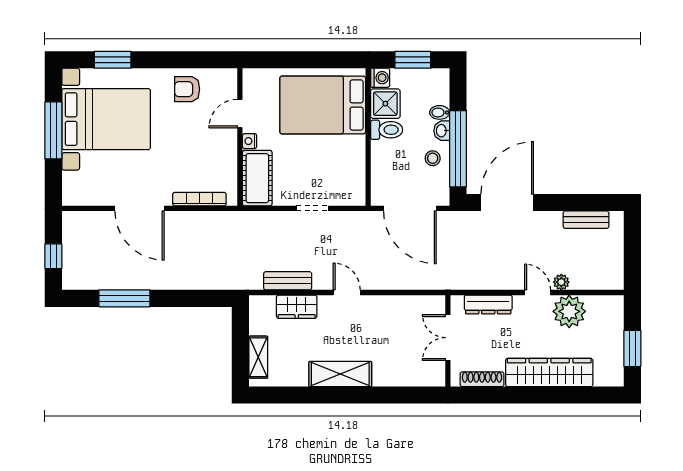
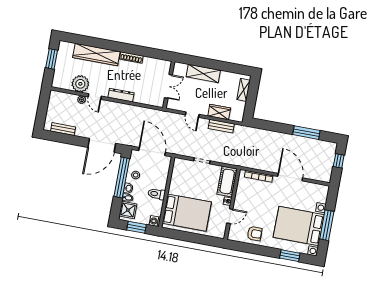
shower: (385, 104) -> (128, 210), moved
double door: (448, 338) -> (168, 86), moved
wall: (448, 341) -> (169, 85), moved

